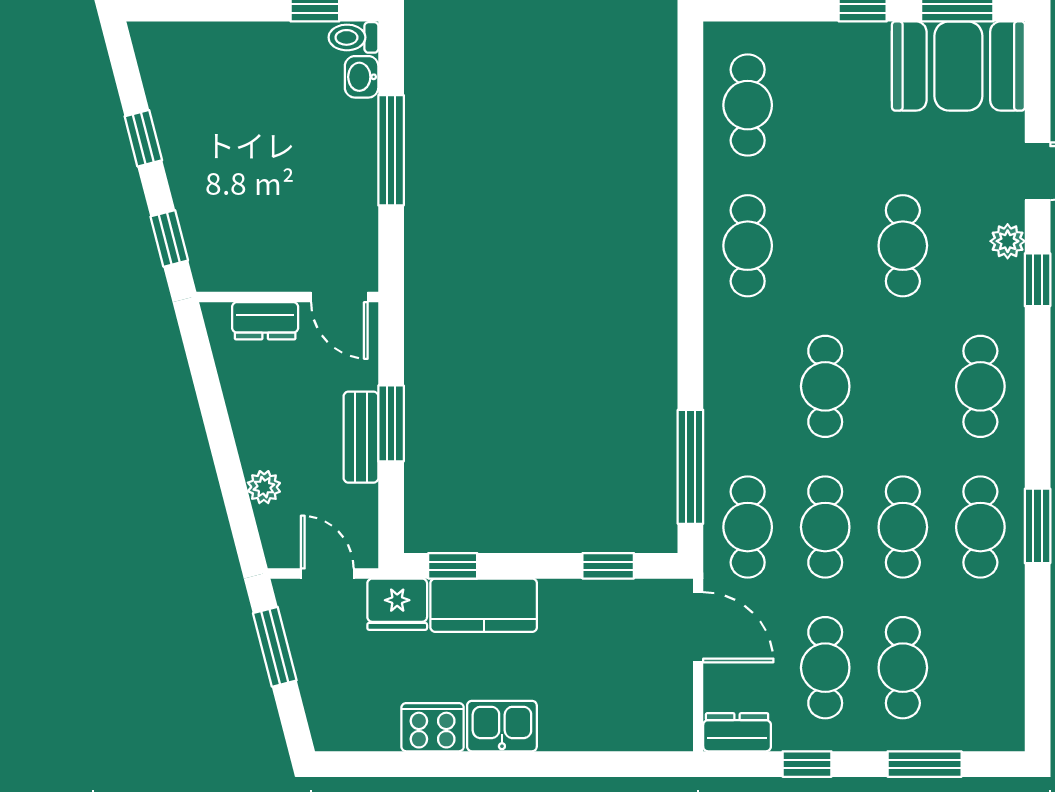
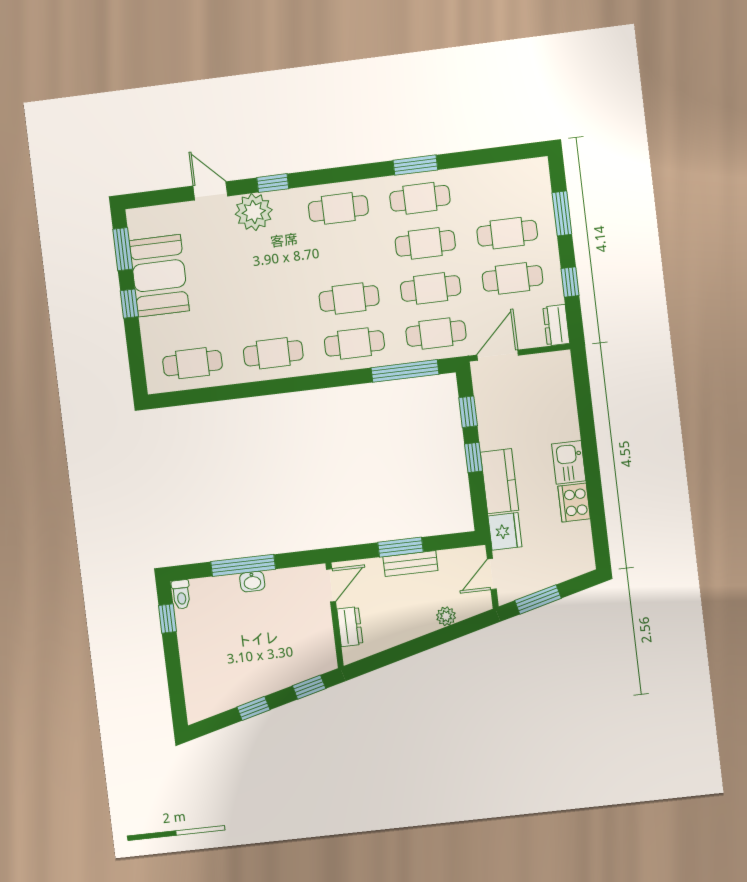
booth: (958, 66) -> (159, 276), moved
washbasin: (362, 77) -> (252, 582), moved
plant: (1008, 241) -> (254, 212), width x1.87, depth x1.87
cafe table: (903, 246) -> (354, 343), moved
window: (453, 566) -> (474, 457), moved

